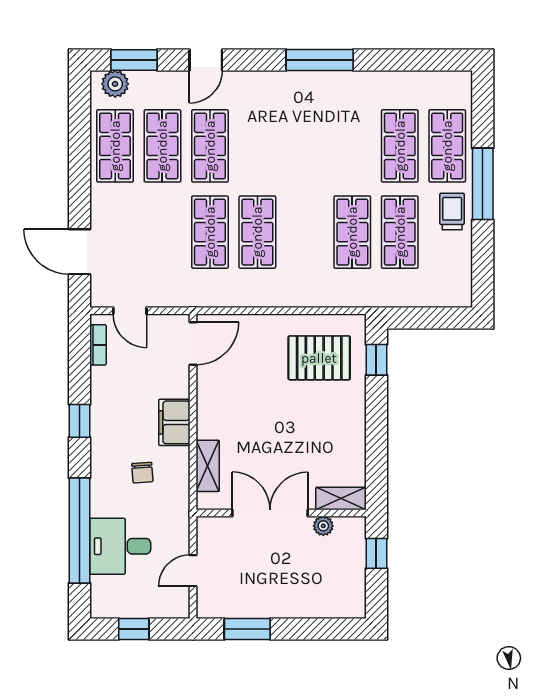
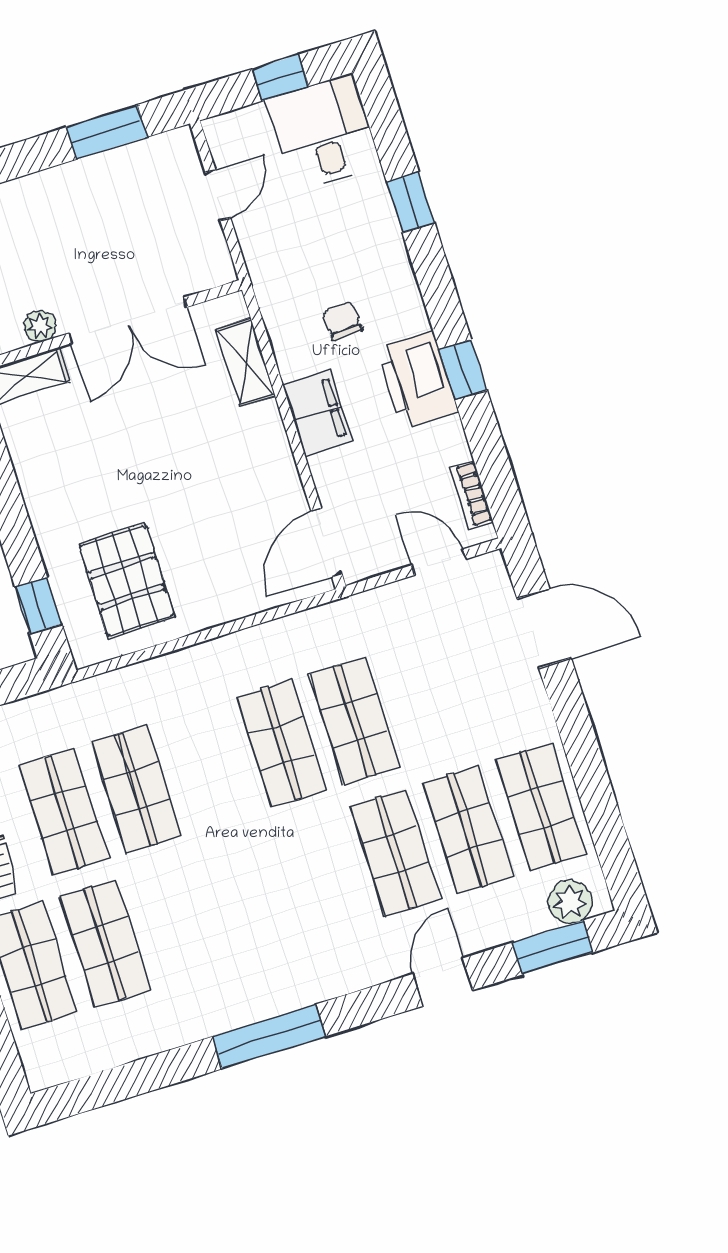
pallet: (319, 358) -> (127, 581), turned 90
printer: (109, 423) -> (417, 380), added
window: (80, 530) -> (411, 202), width x0.32
desk: (120, 546) -> (323, 133), moved, turned -90

